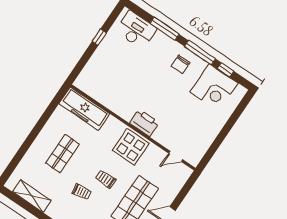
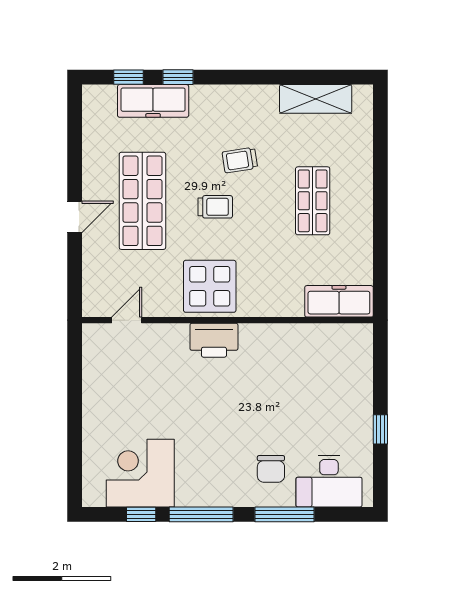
chair: (181, 64) -> (271, 469), moved, turned 180
freezer: (84, 109) -> (339, 301), width x0.73, depth x0.79

